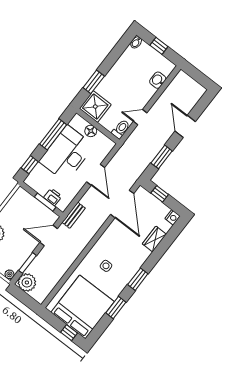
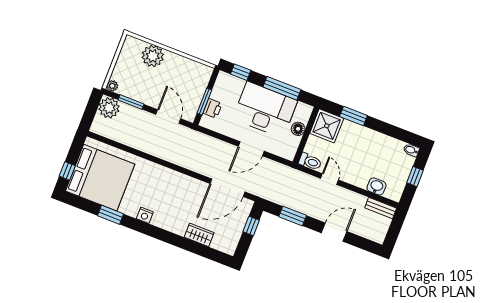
bench: (74, 215) -> (381, 208), moved
nightstand: (173, 217) -> (145, 215), moved
side table: (106, 266) -> (153, 190), removed
window: (138, 279) -> (149, 230), removed

